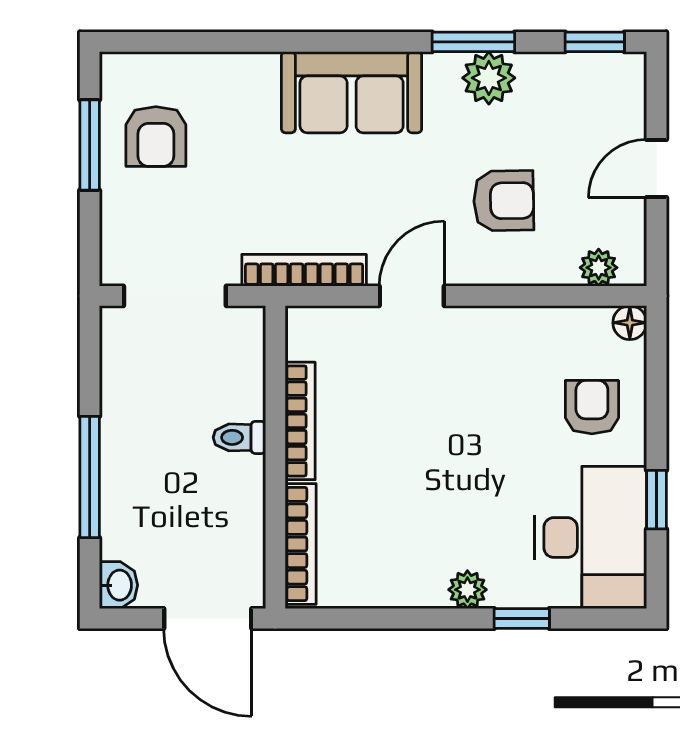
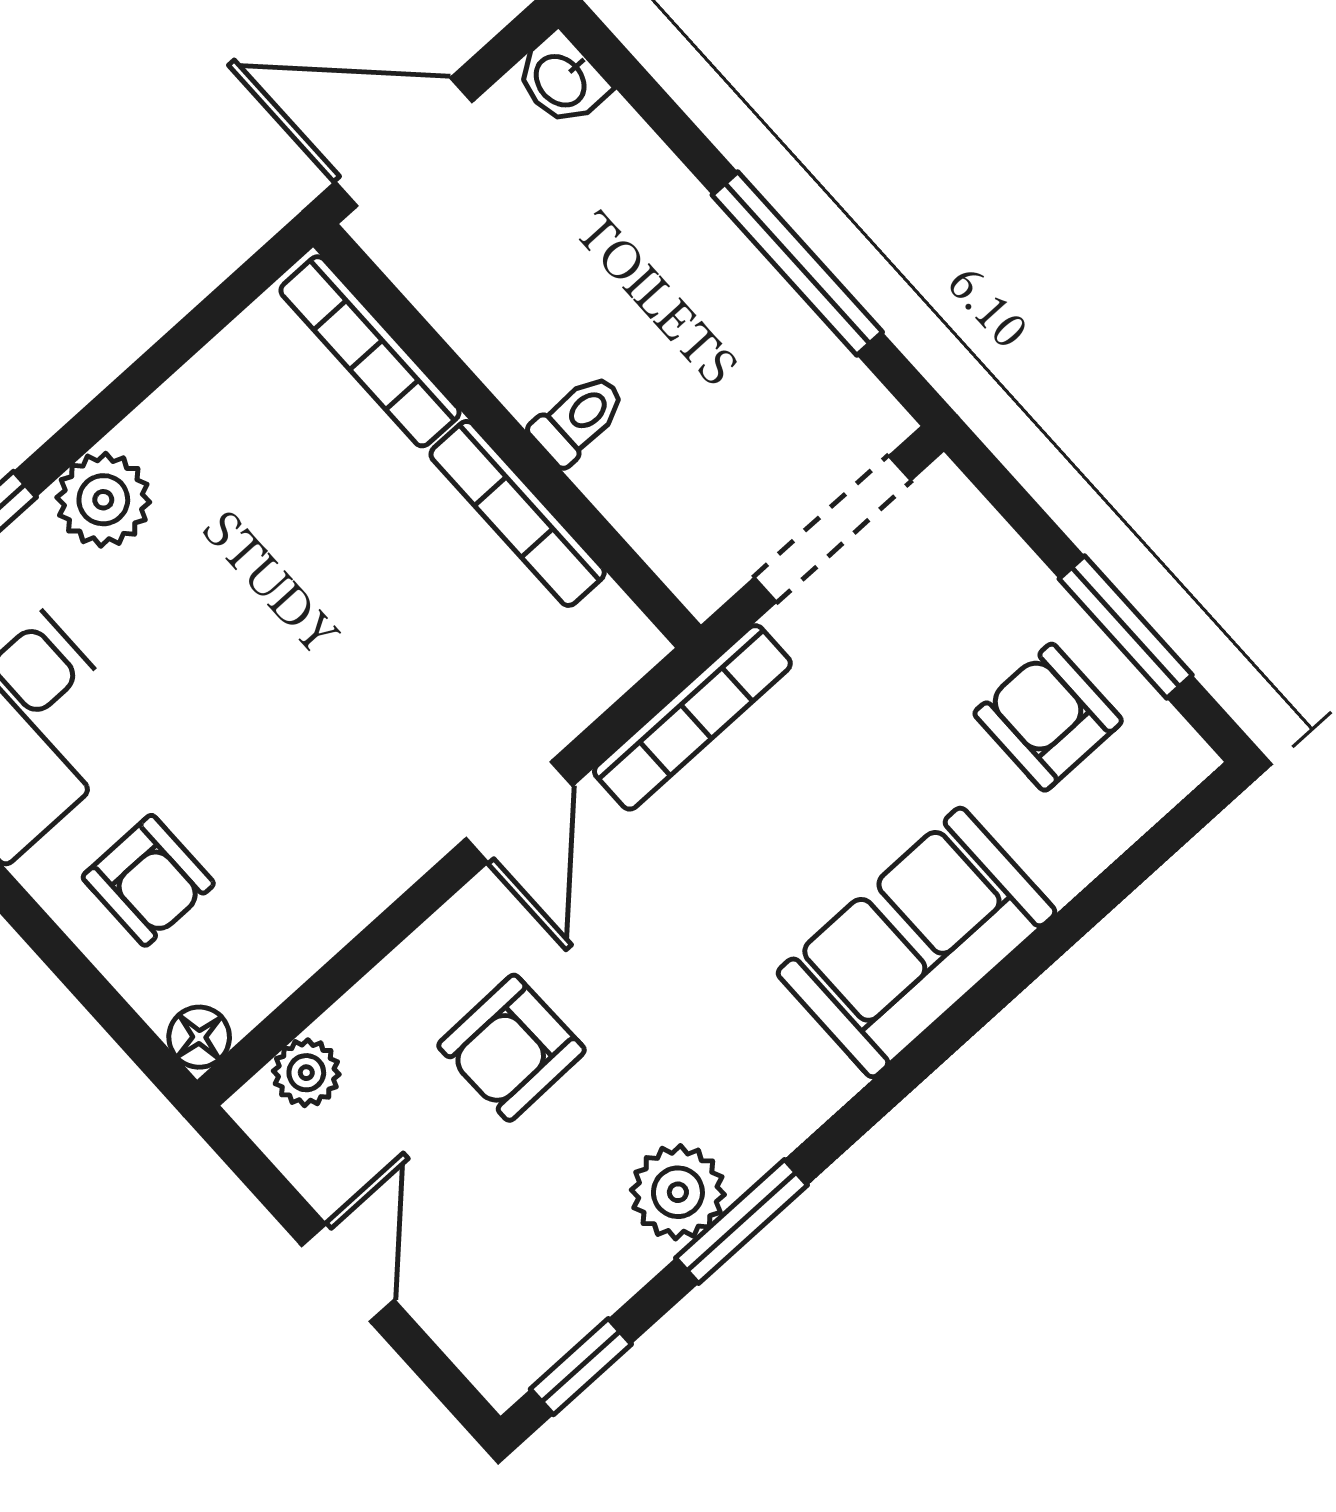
sofa: (352, 92) -> (916, 942), moved
window: (90, 477) -> (797, 263), moved
plant: (467, 590) -> (103, 500), width x1.38, depth x1.38

